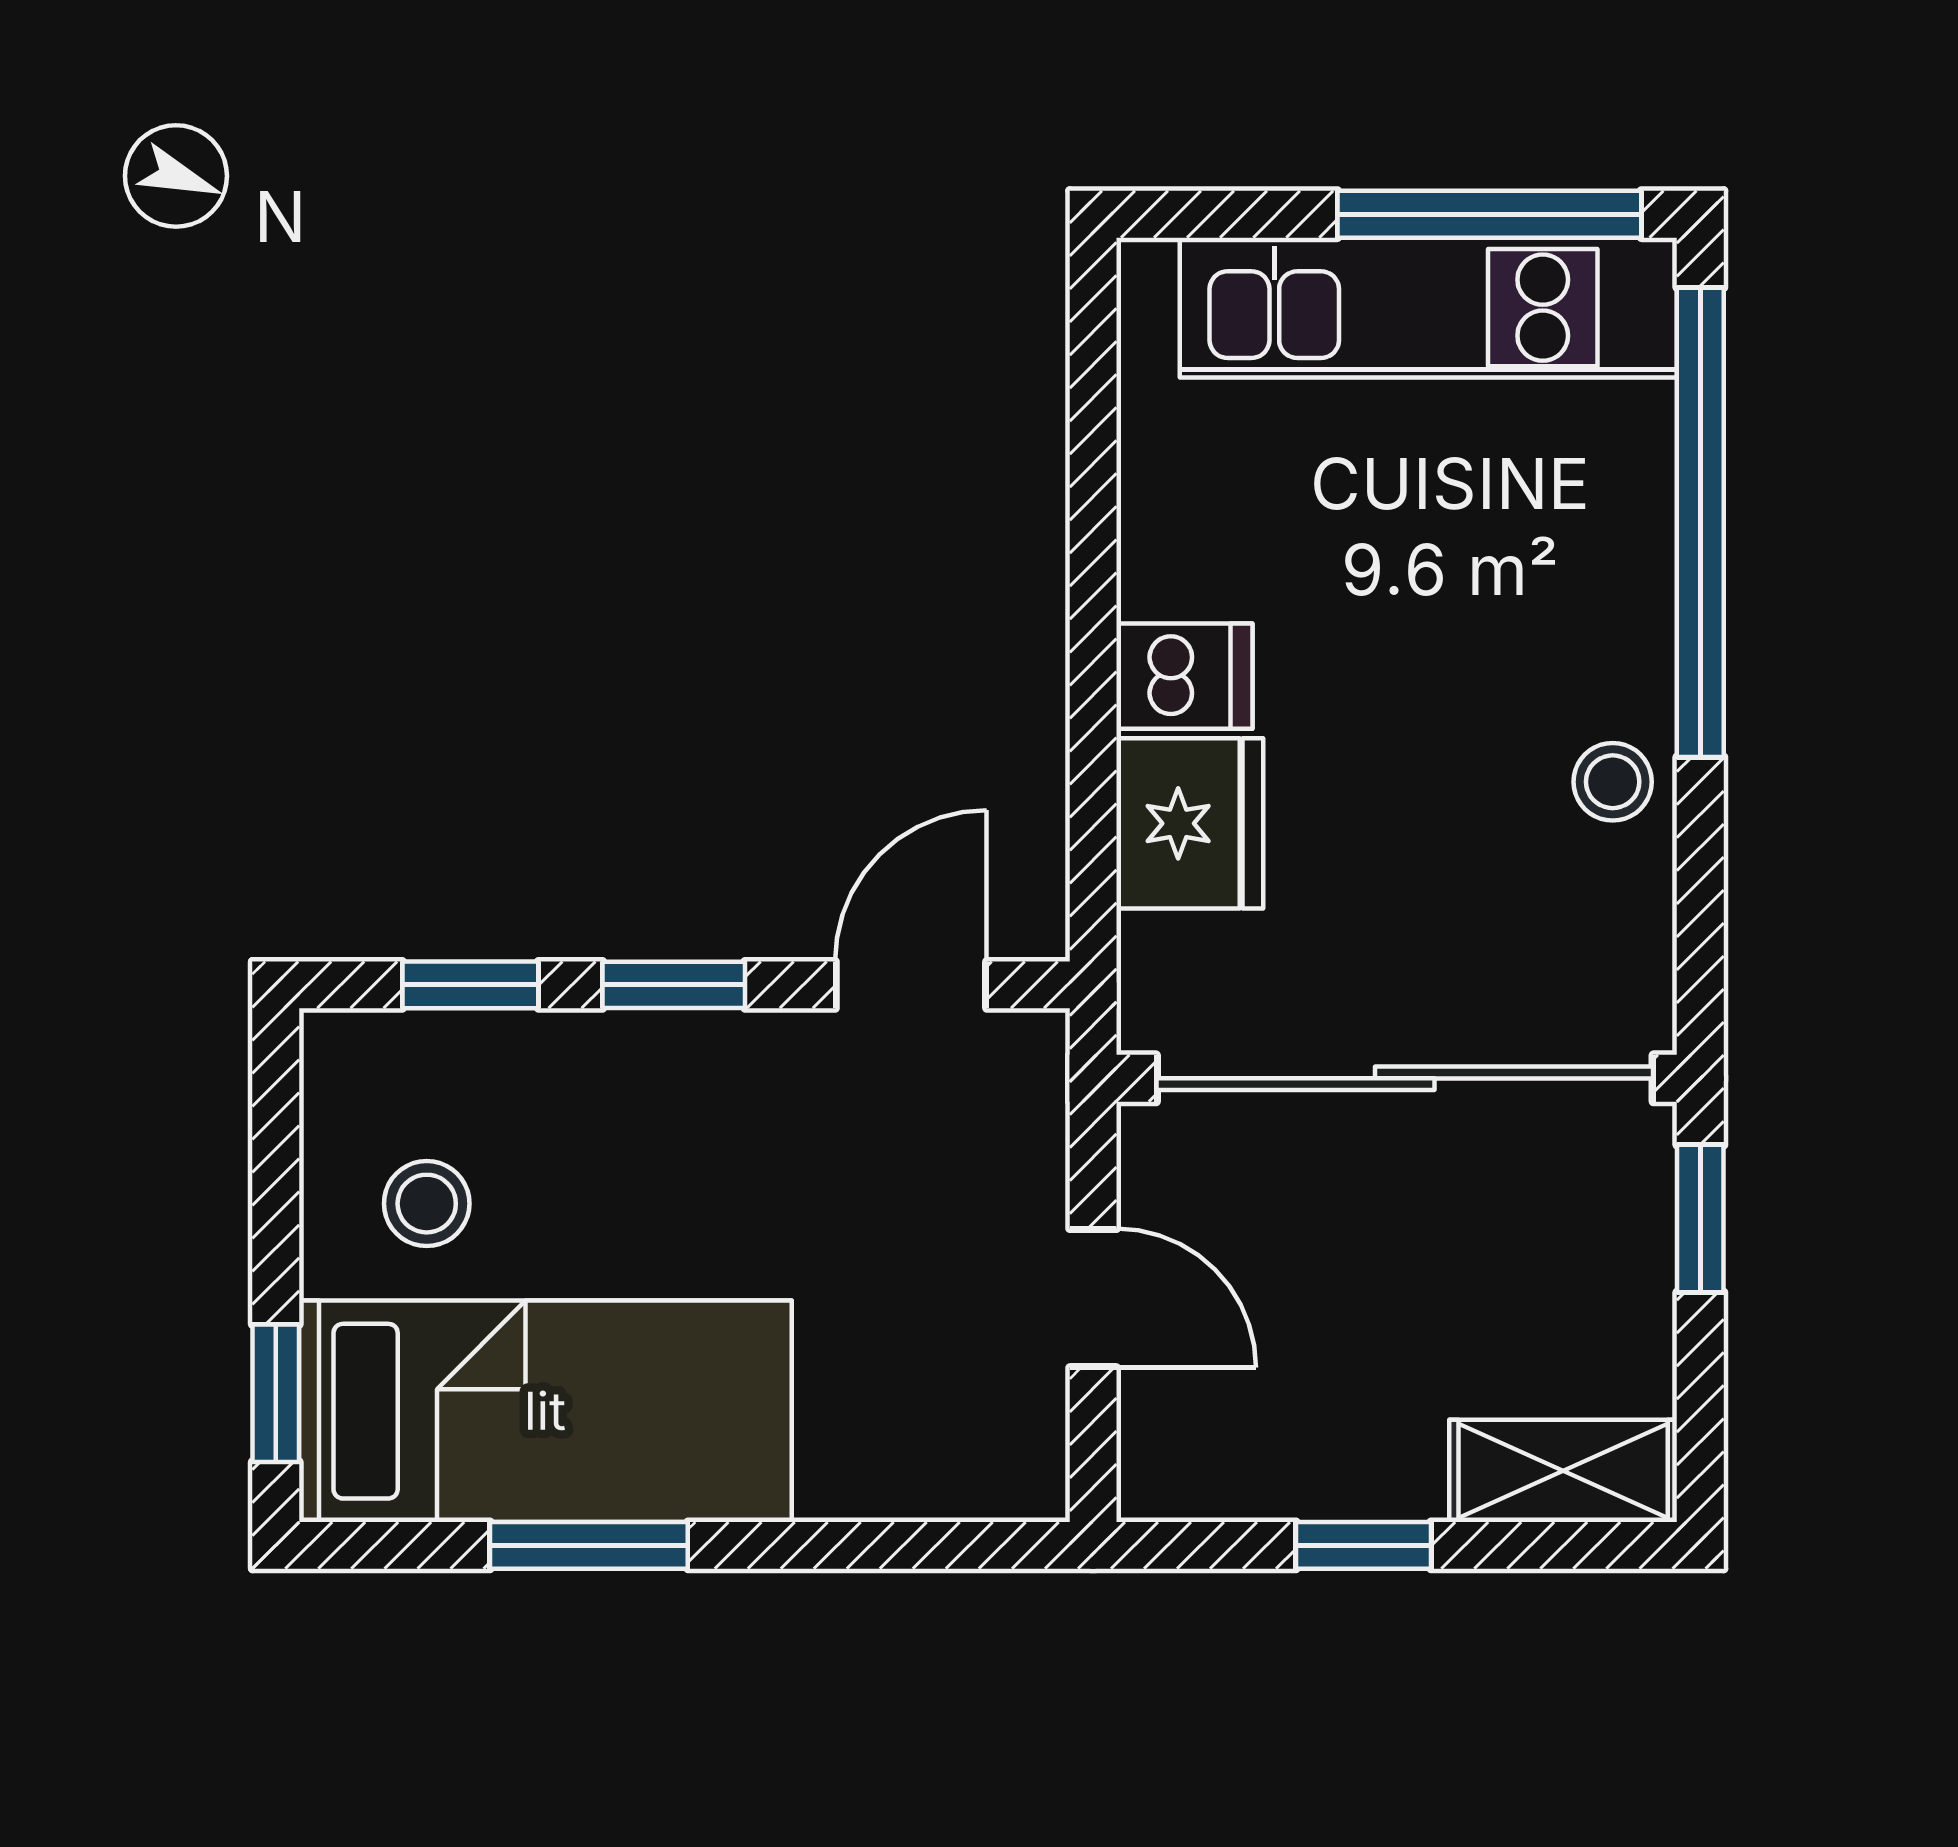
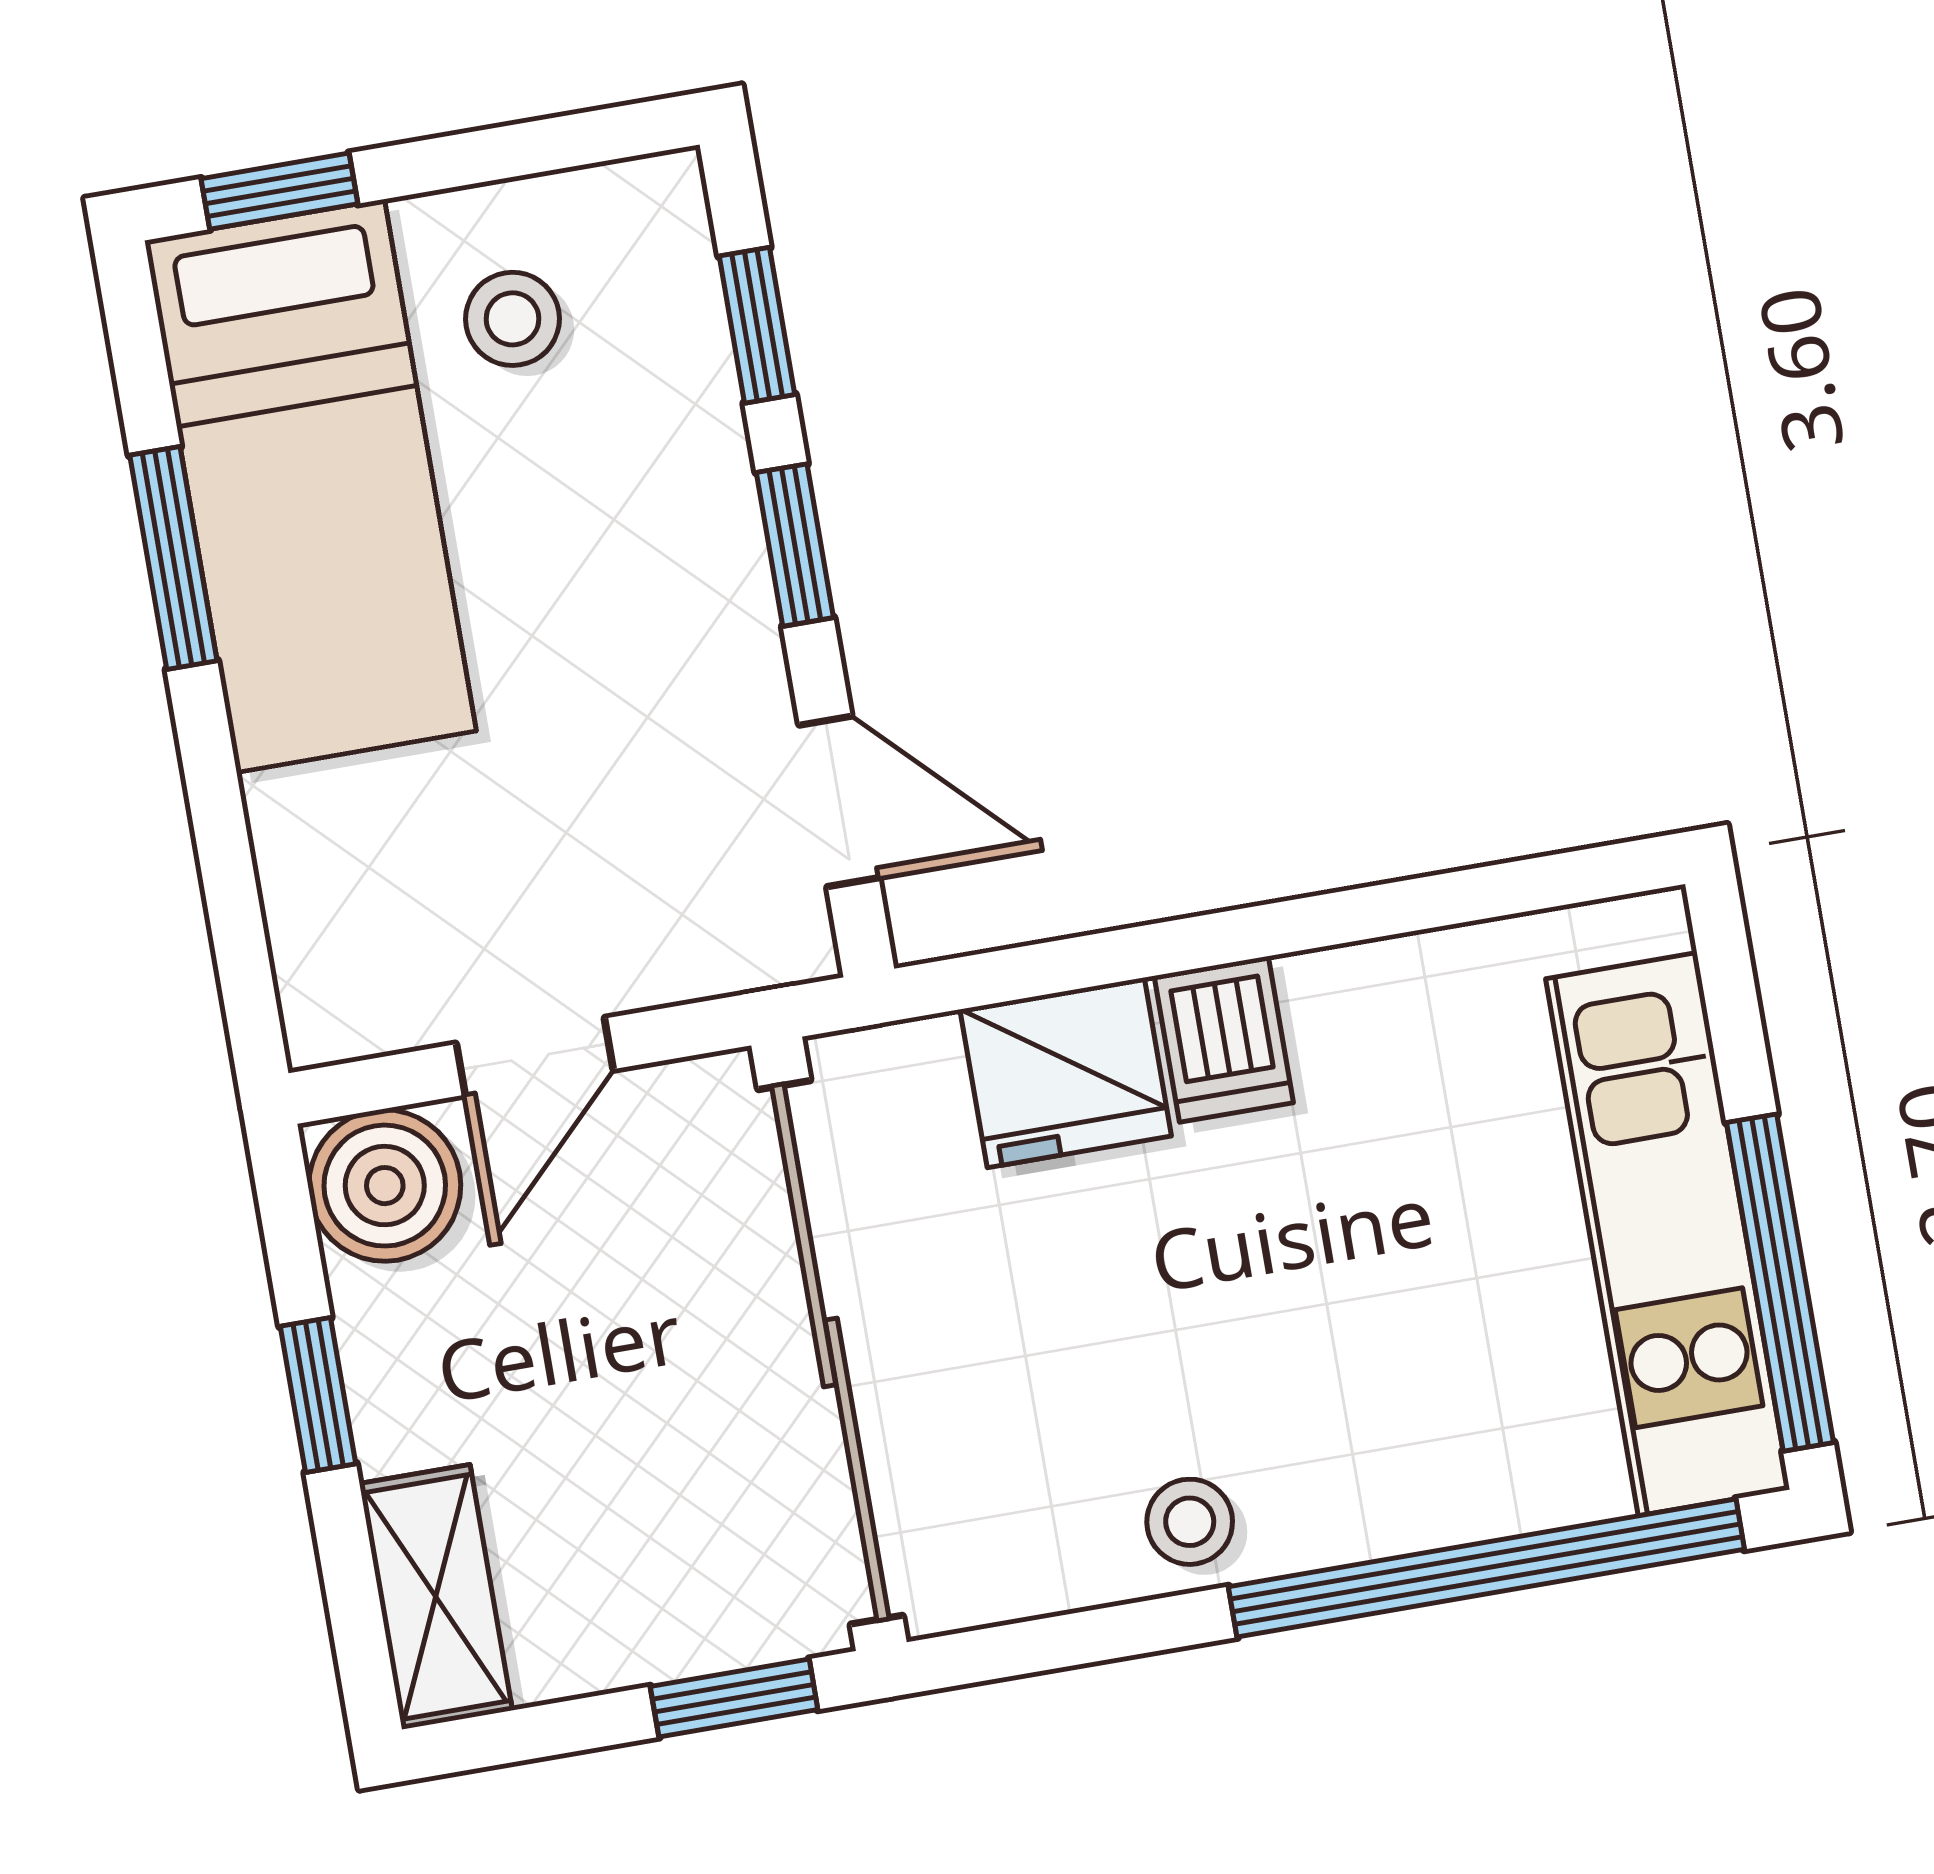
boiler: (1186, 1453) -> (385, 1186), added

